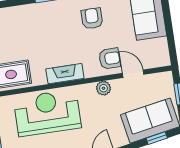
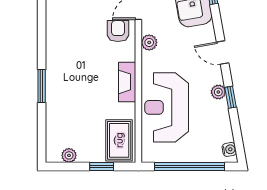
armchair: (92, 18) -> (72, 43), removed

